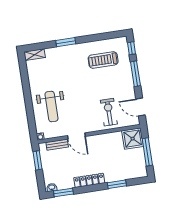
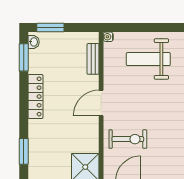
door: (76, 136) -> (101, 103), moved
window: (37, 160) -> (50, 28), moved
window: (117, 184) -> (24, 151), moved

